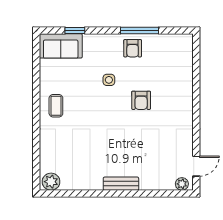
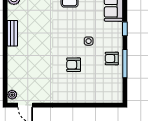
window: (75, 30) -> (125, 29), moved
bench: (121, 184) -> (12, 33), moved

